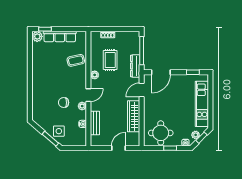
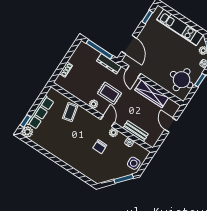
rug: (110, 60) -> (110, 93), moved
side table: (59, 131) -> (134, 163), moved

